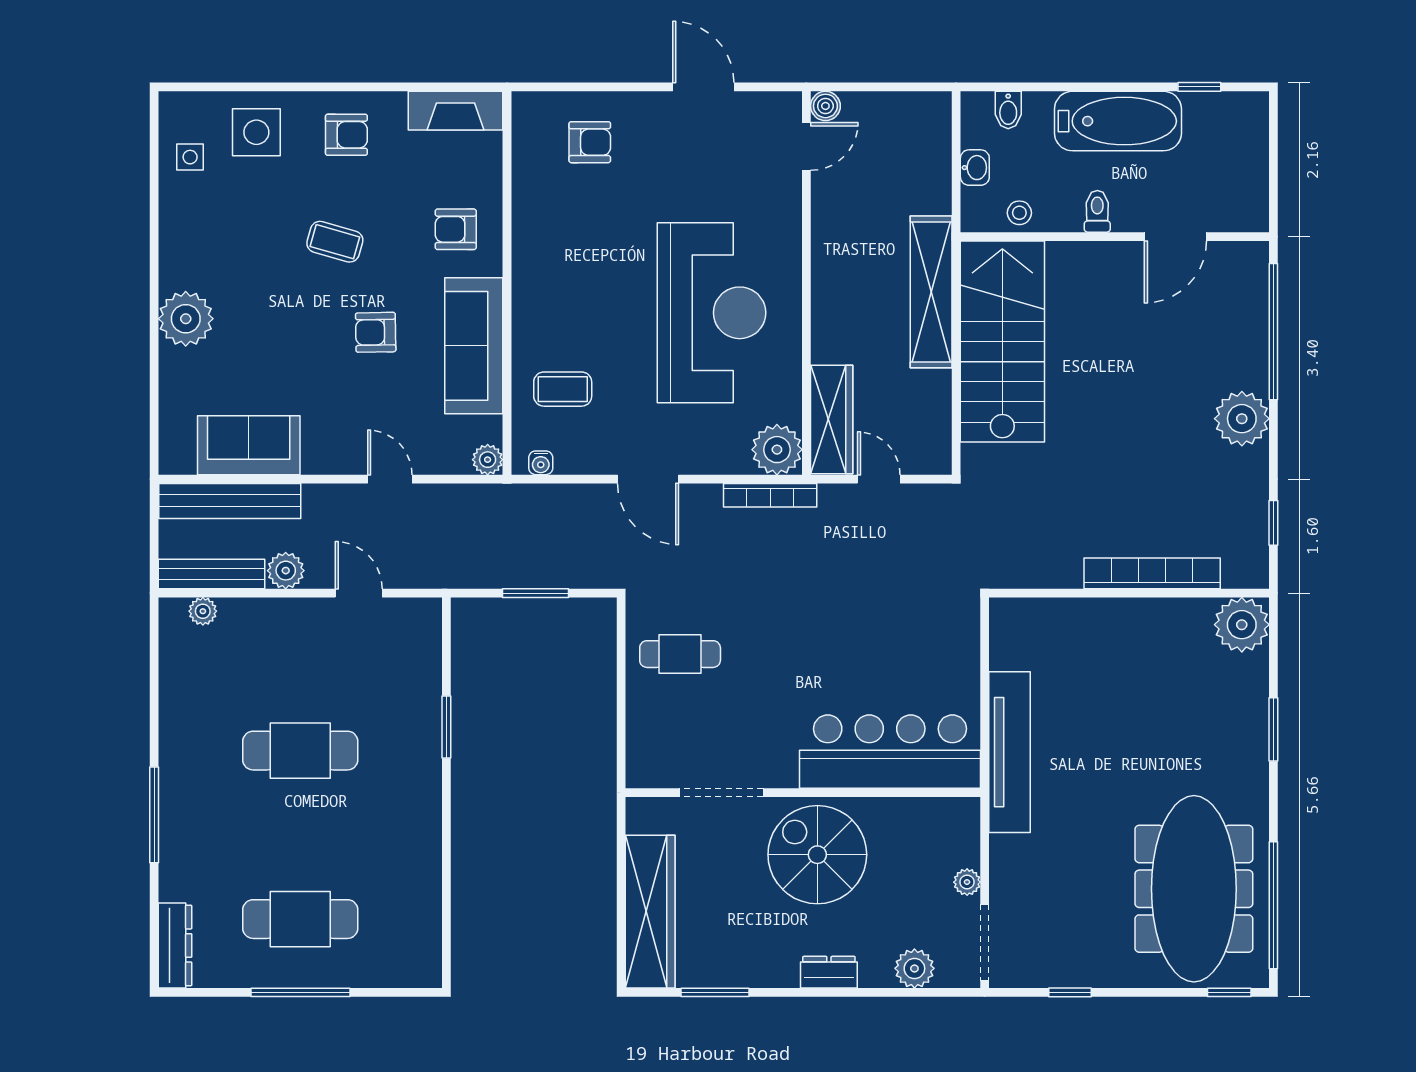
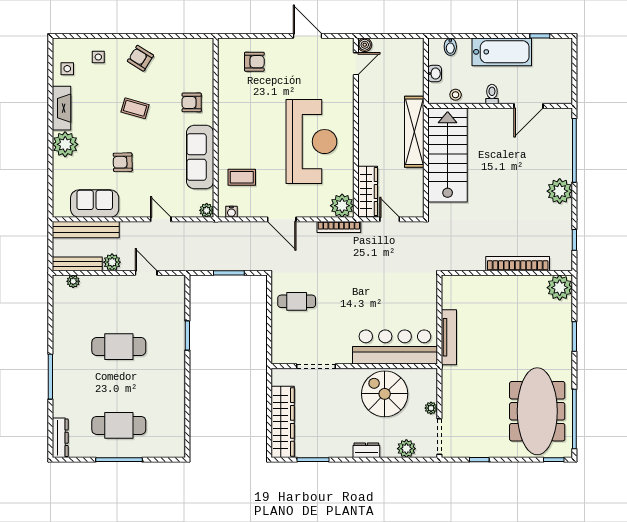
fireplace: (456, 111) -> (62, 108), moved, turned -90
side table: (256, 132) -> (98, 57), width x0.54, depth x0.54
armchair: (346, 135) -> (140, 58), turned -148
armchair: (376, 332) -> (123, 162), moved
tv unit: (1010, 752) -> (449, 337), width x0.73, depth x0.78
spiral stairs: (817, 855) -> (385, 394), moved

